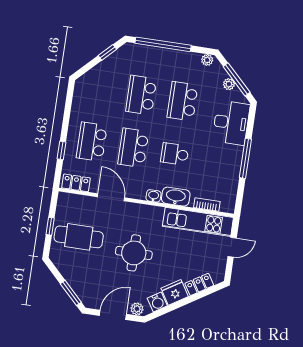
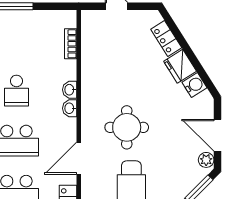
washbasin: (176, 197) -> (70, 90), width x0.52, depth x0.69
kitchen unit: (198, 222) -> (93, 51), removed
round table: (134, 253) -> (127, 127), moved
plant: (137, 309) -> (206, 160), moved

